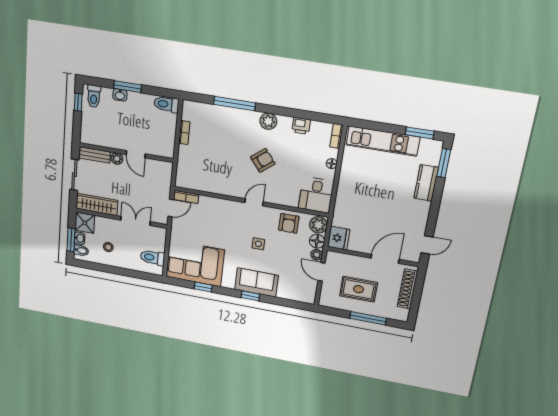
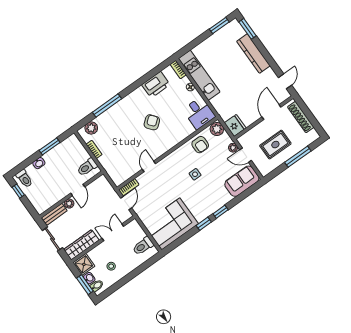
window: (128, 87) -> (50, 146), moved
toilet: (166, 104) -> (87, 167), moved
plant: (268, 121) -> (91, 128), moved
printer: (301, 126) -> (156, 85), width x1.87, depth x1.48
kitchen unit: (383, 141) -> (199, 75), moved, turned -90
door: (136, 154) -> (78, 190), hinge flipped
kitchen counter: (426, 183) -> (253, 54), width x1.50
door: (254, 202) -> (149, 166), moved
floor lamp: (317, 241) -> (225, 139), removed
sofa: (256, 282) -> (242, 181), moved
window: (203, 287) -> (204, 224), moved

